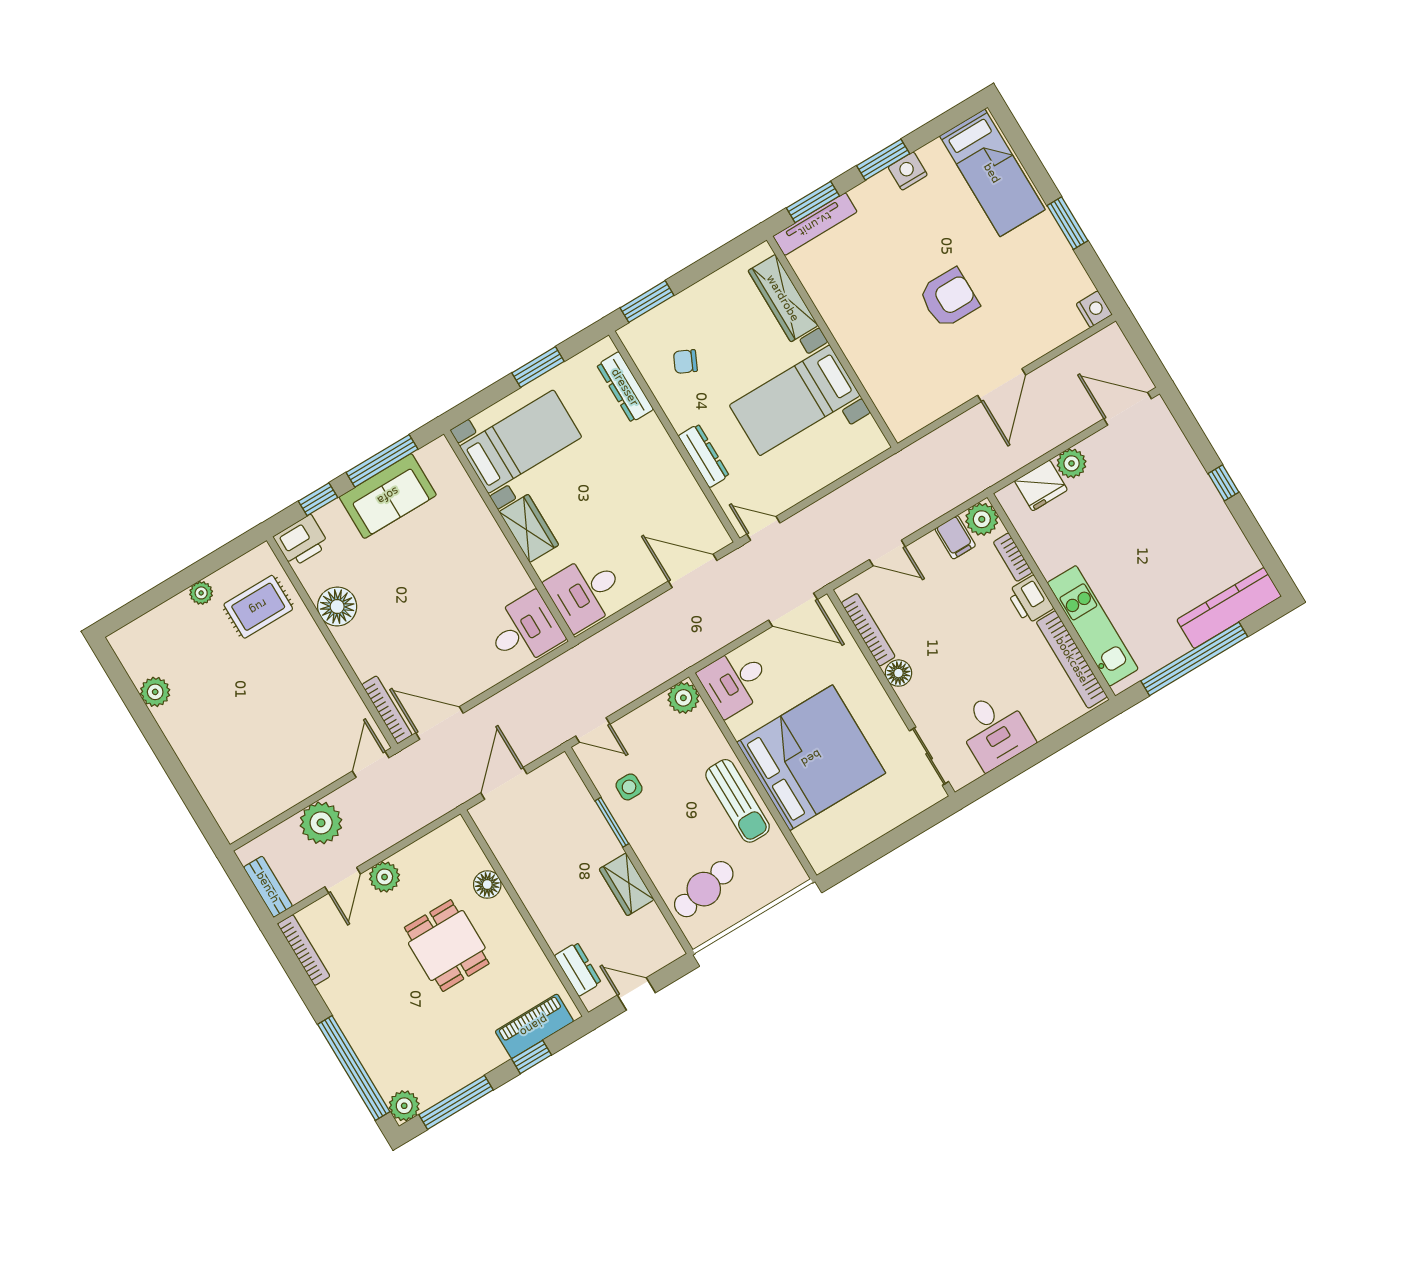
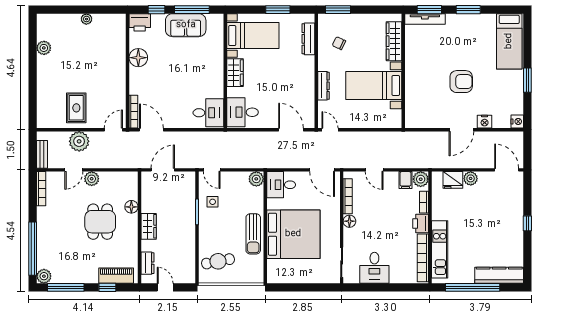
nightstand: (908, 171) -> (485, 122), moved, turned 180
rug: (258, 607) -> (76, 108), moved, turned 90
wardrobe: (627, 884) -> (149, 226), moved, turned 180

